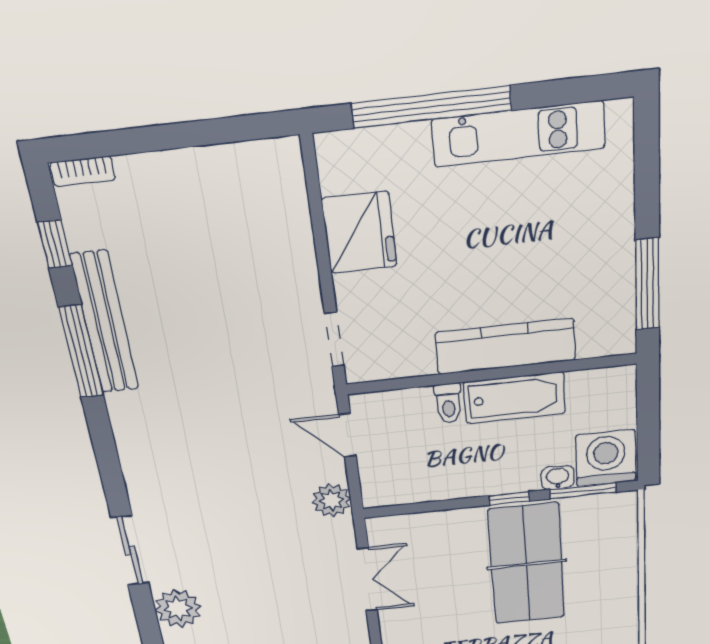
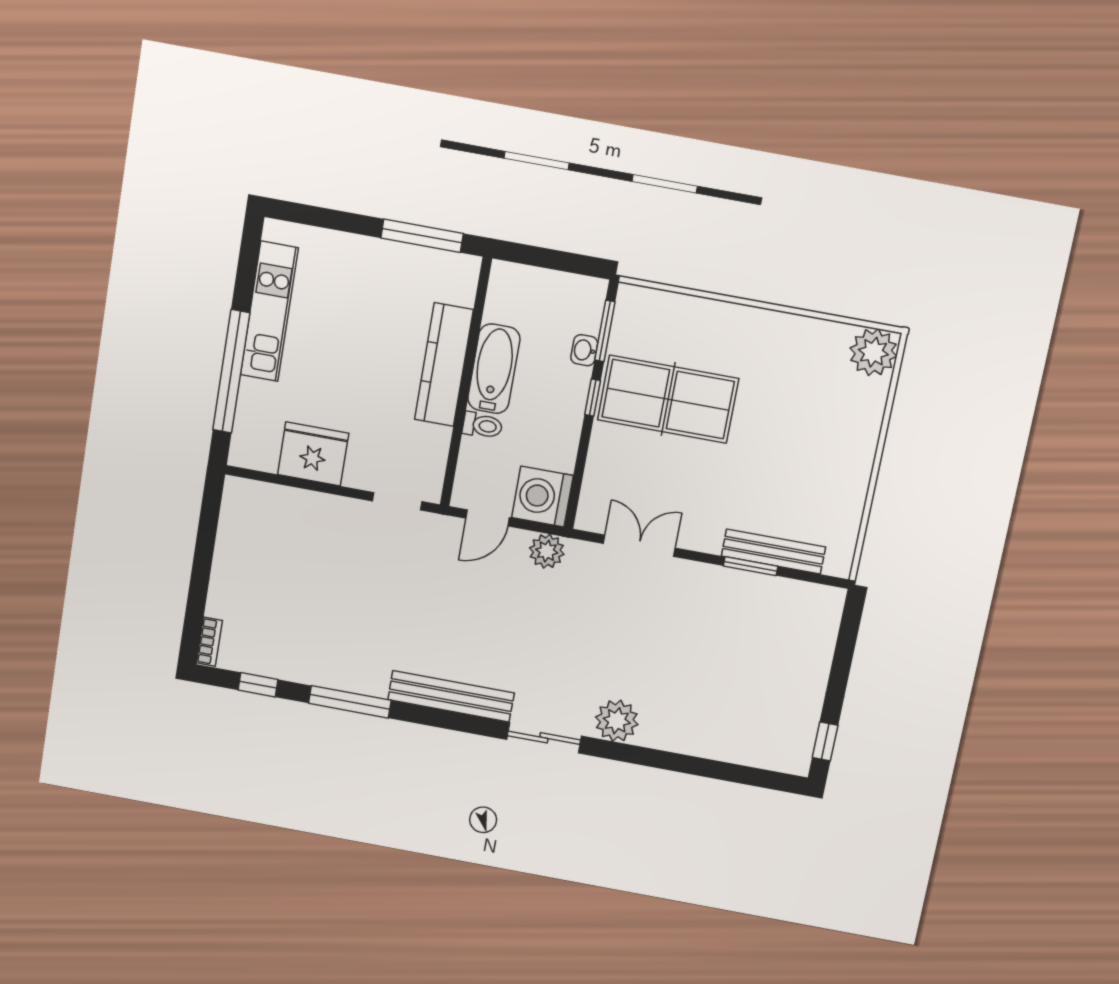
bench: (105, 323) -> (451, 696), moved
washing machine: (606, 458) -> (542, 497), moved

